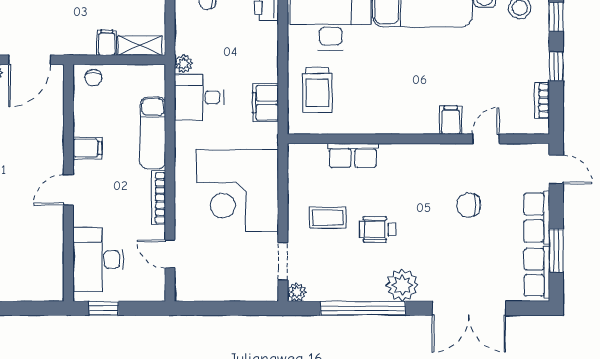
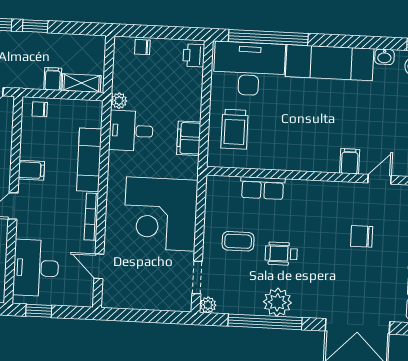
chair: (93, 78) -> (40, 109), turned 90
plant: (402, 285) -> (277, 302), moved

